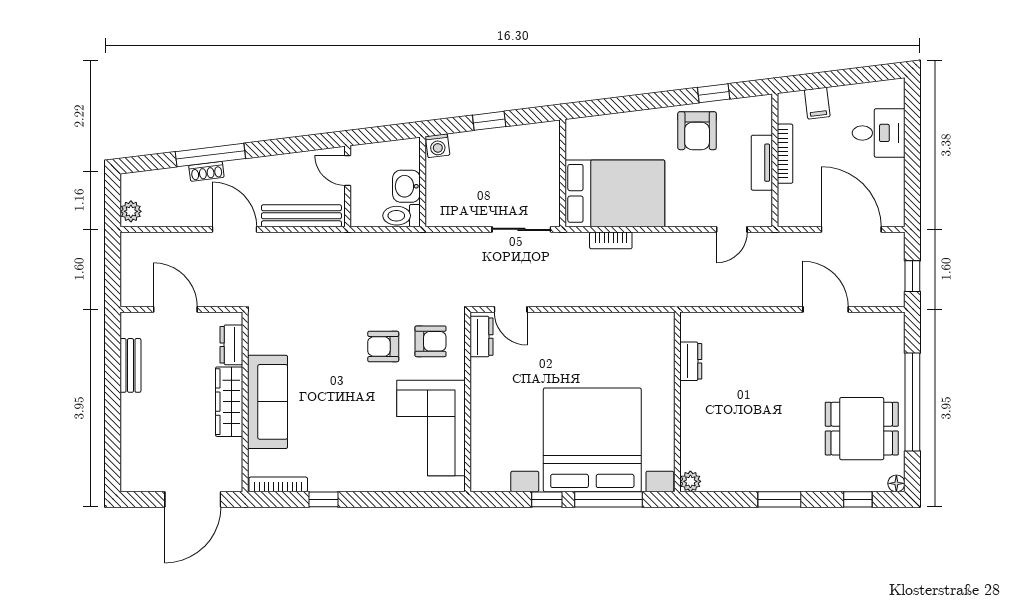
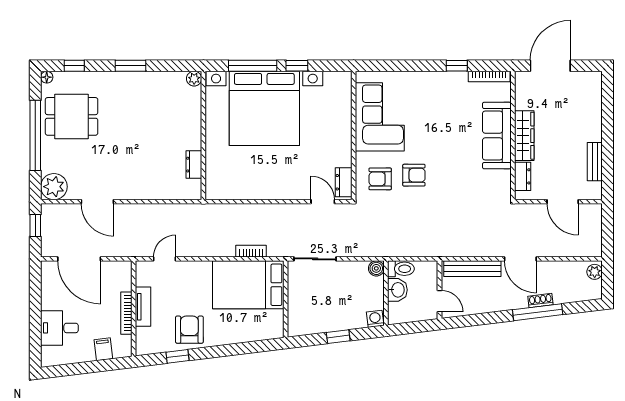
boiler: (436, 216) -> (376, 268), added
plant: (886, 330) -> (54, 187), added

